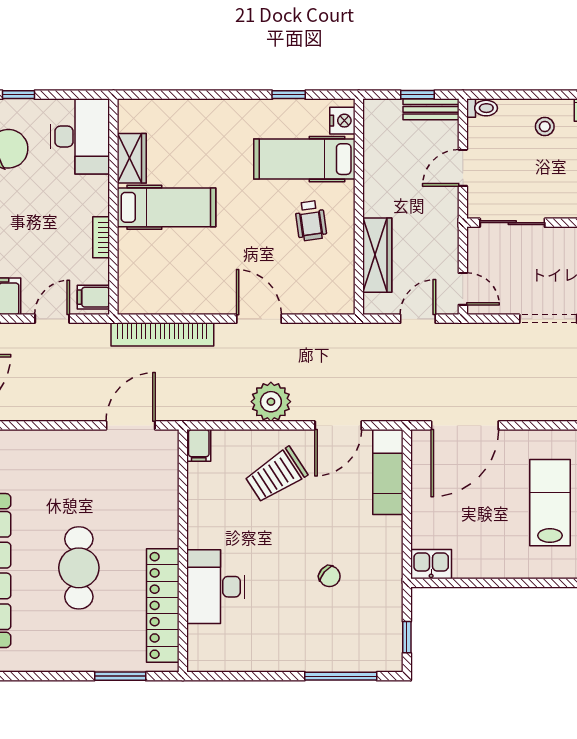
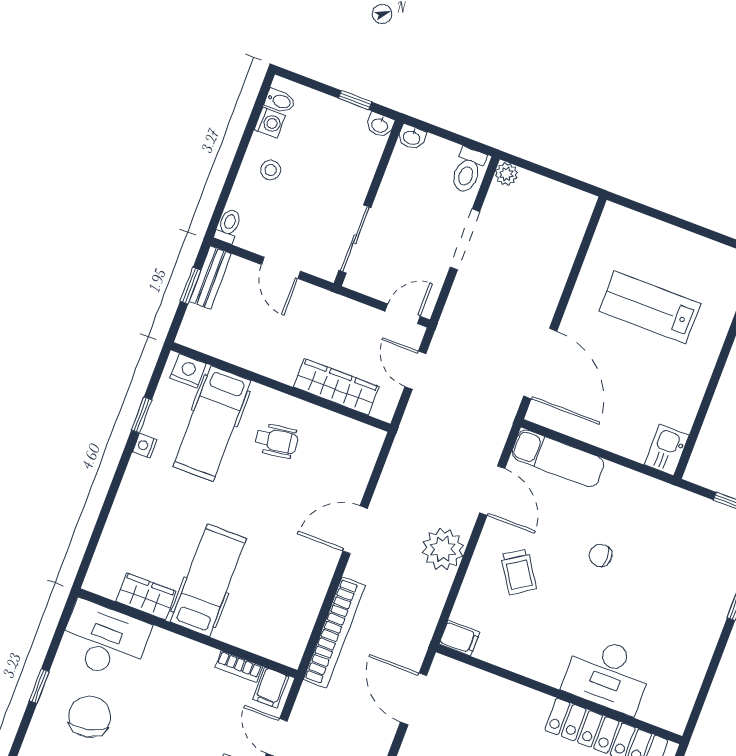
nightstand: (263, 107) -> (145, 446), added
bookcase: (101, 237) -> (239, 667), moved
trolley: (276, 475) -> (518, 572), width x0.73, depth x0.72
chair: (330, 576) -> (601, 555), moved, turned -132

